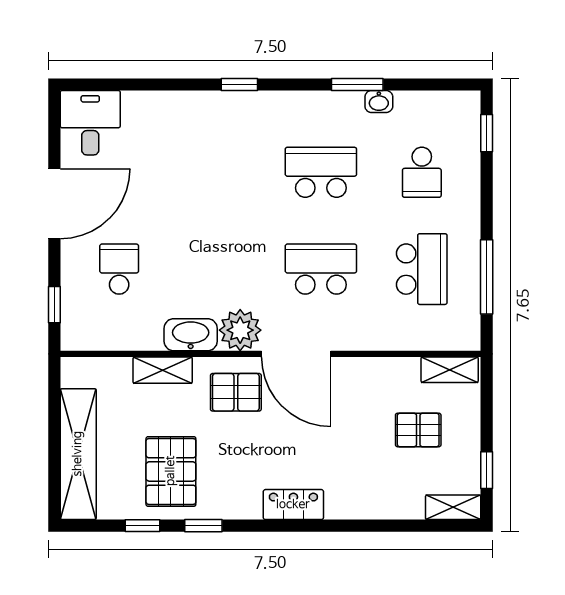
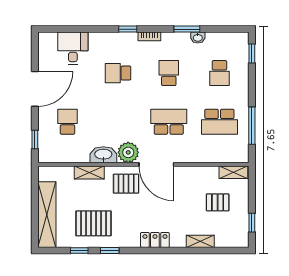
bookcase: (282, 99) -> (149, 36), added
desk: (90, 123) -> (73, 48), moved
school desk: (220, 172) -> (118, 73), added
school desk: (321, 172) -> (169, 73), width x0.54
school desk: (422, 269) -> (219, 122), turned 90
pallet: (171, 471) -> (93, 223), turned 90
shelving: (453, 507) -> (200, 241), moved

